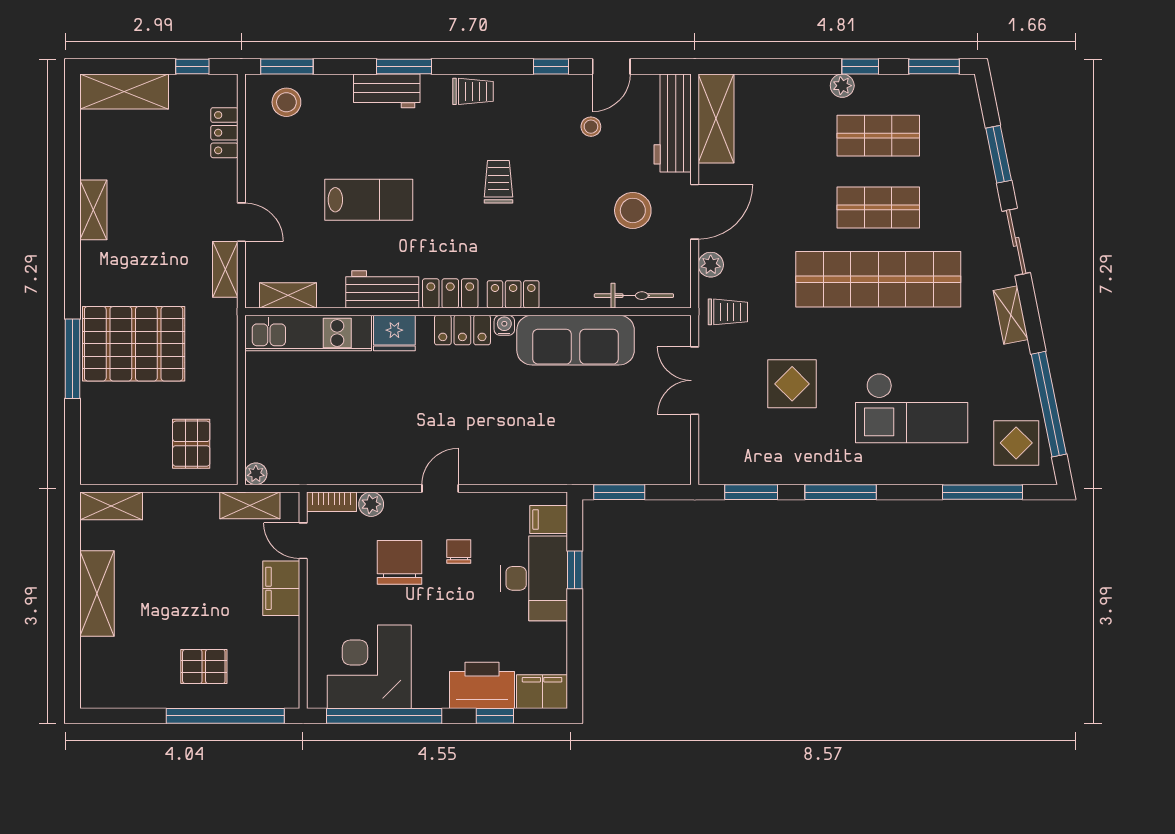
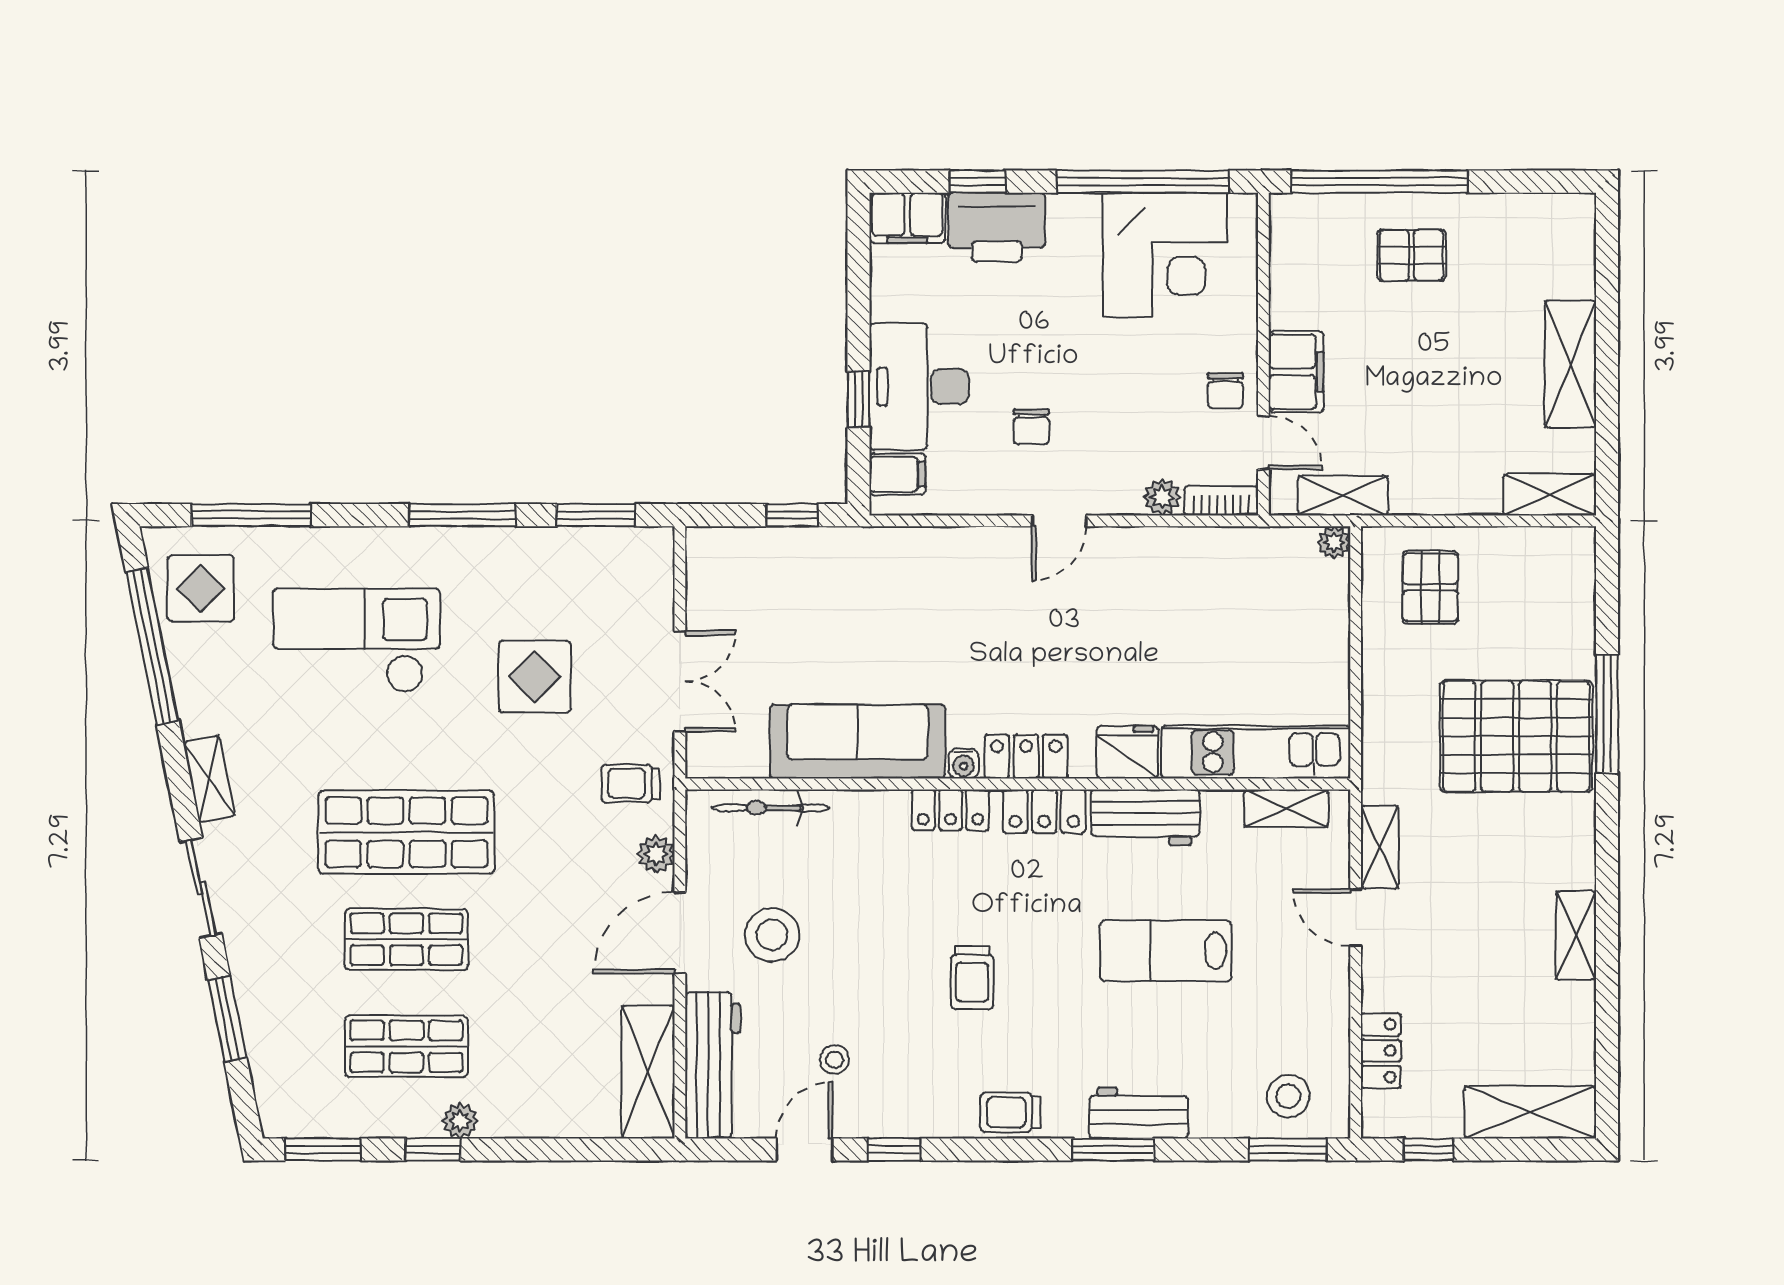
shop shelf: (878, 279) -> (406, 832), width x0.71
window: (619, 492) -> (792, 515), width x0.67
chair: (399, 562) -> (1225, 391), moved, width x0.54, depth x0.54

